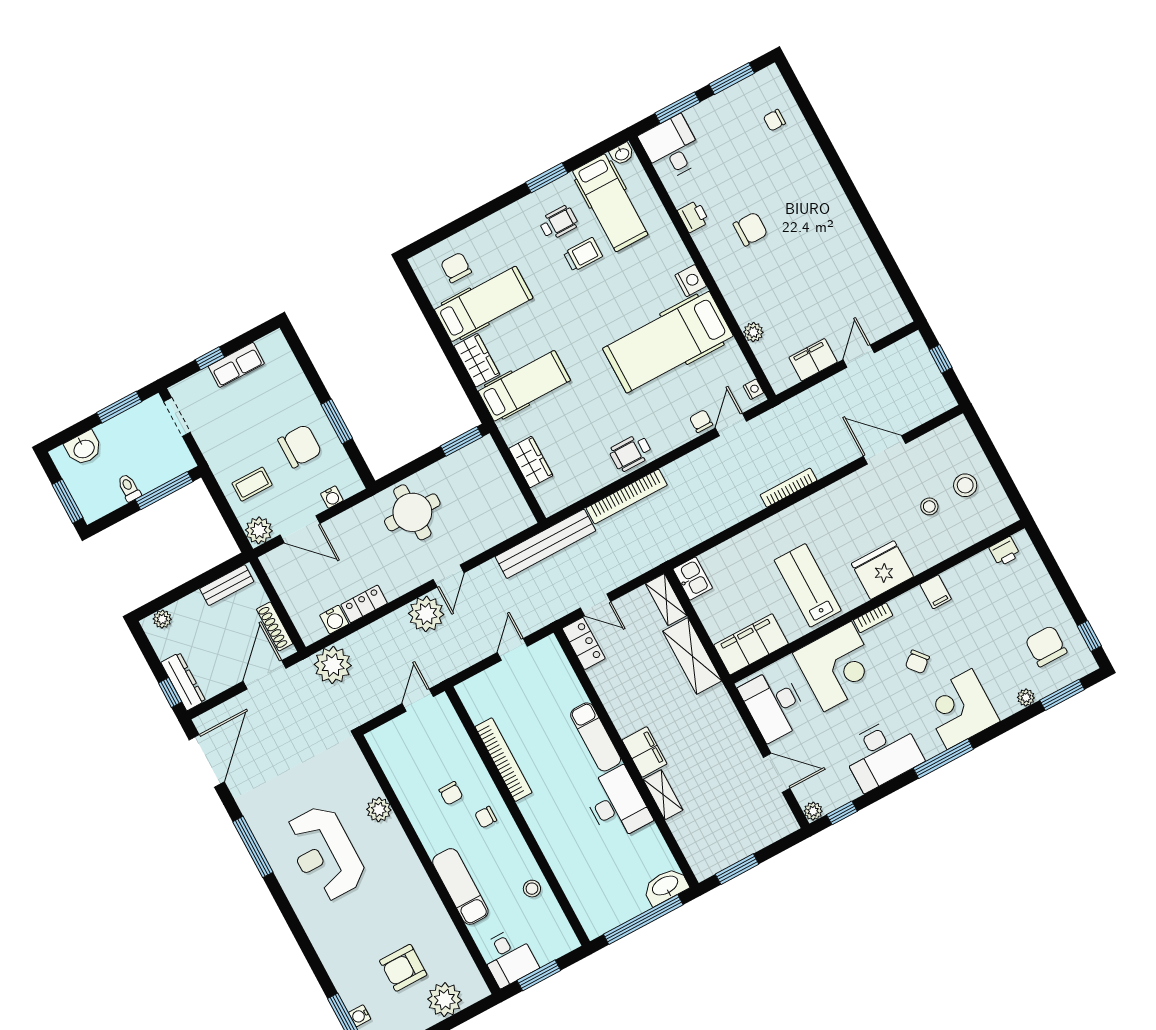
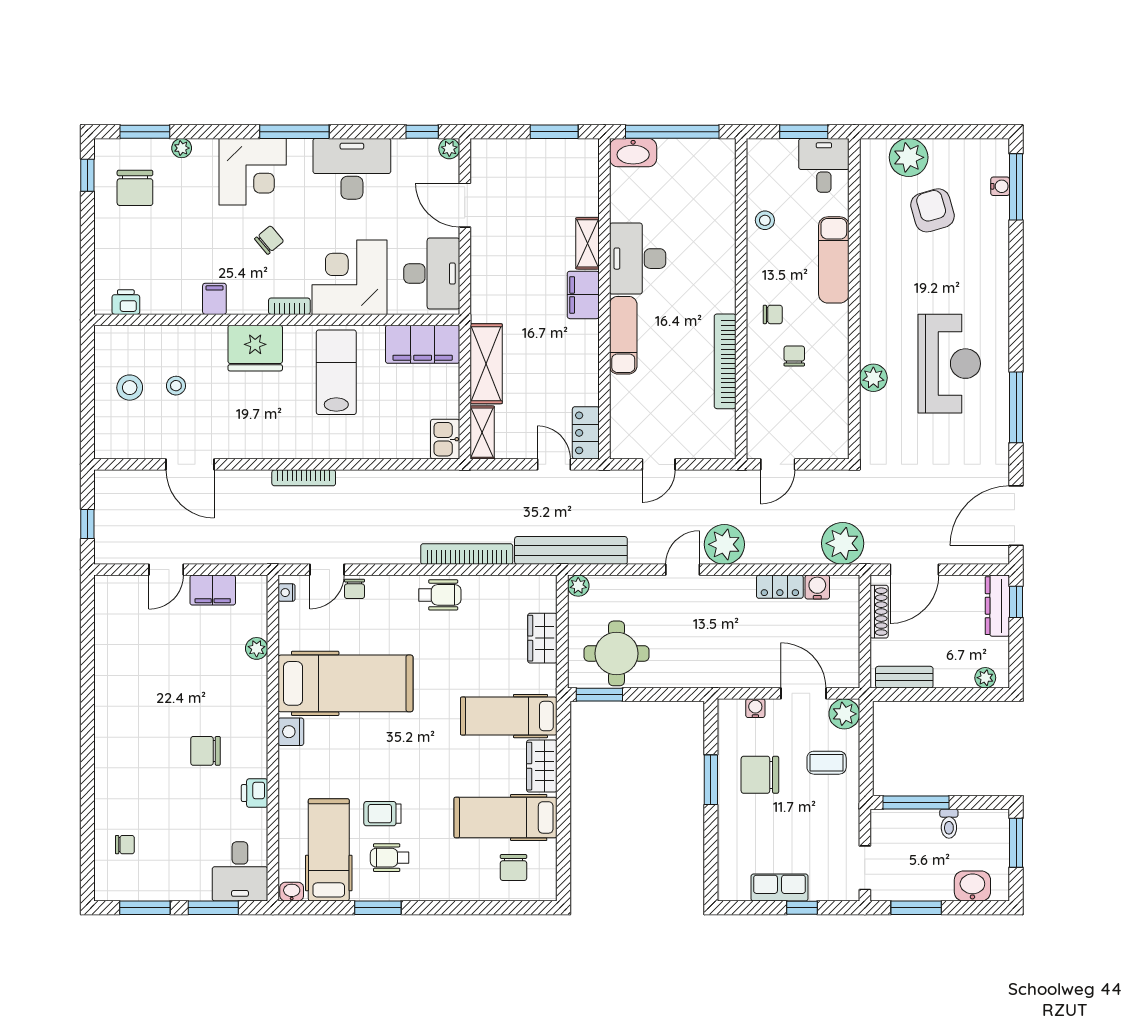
round table: (412, 512) -> (617, 653), moved
plant: (525, 519) -> (578, 586), added
lab bench: (808, 585) -> (336, 372), turned 180
armchair: (403, 968) -> (932, 210), turned -106

